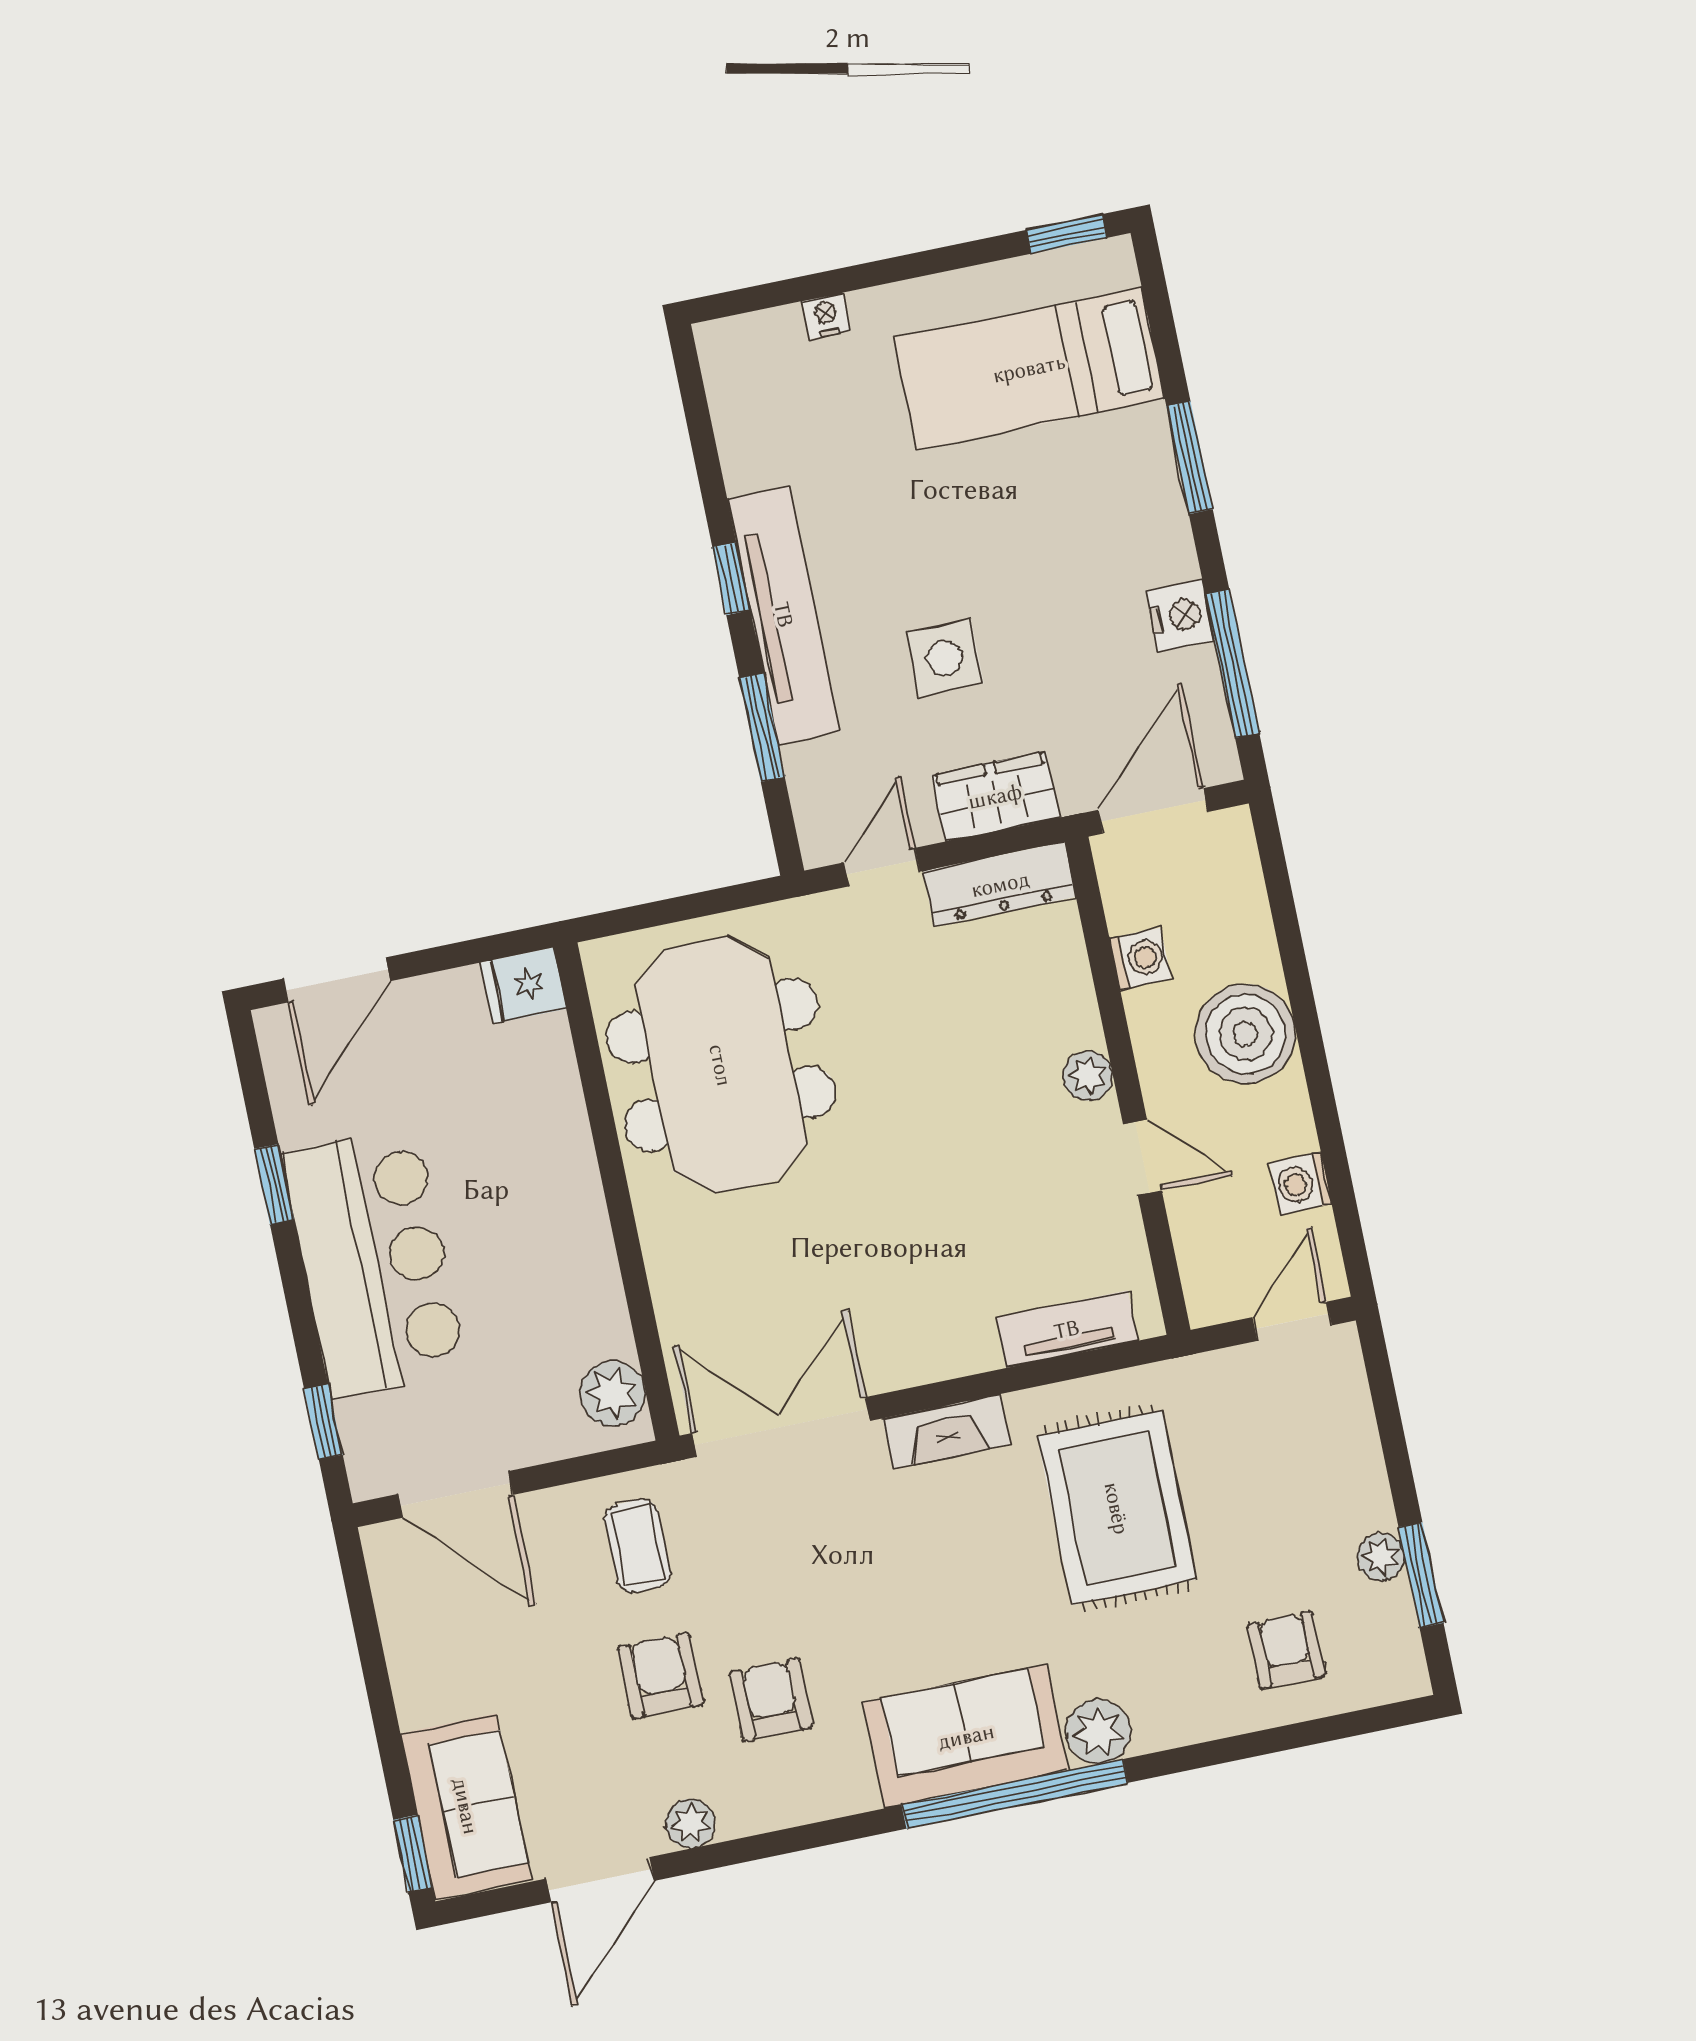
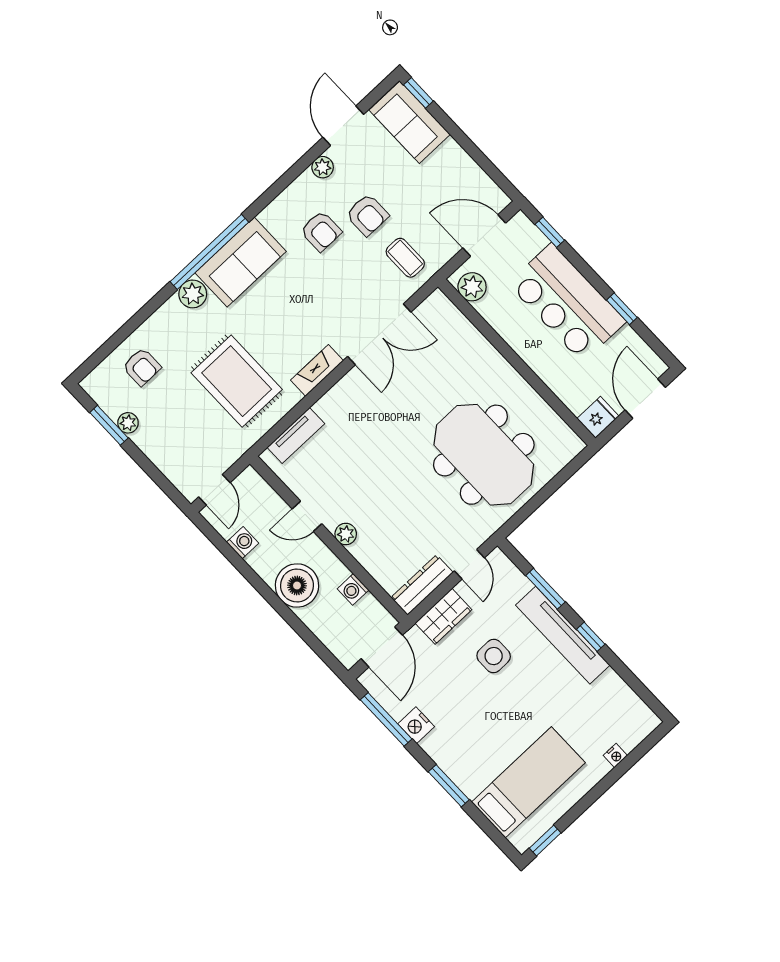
fridge: (523, 986) -> (598, 417), moved
wall: (617, 1192) -> (517, 362), moved
plant: (613, 1394) -> (472, 287), moved

